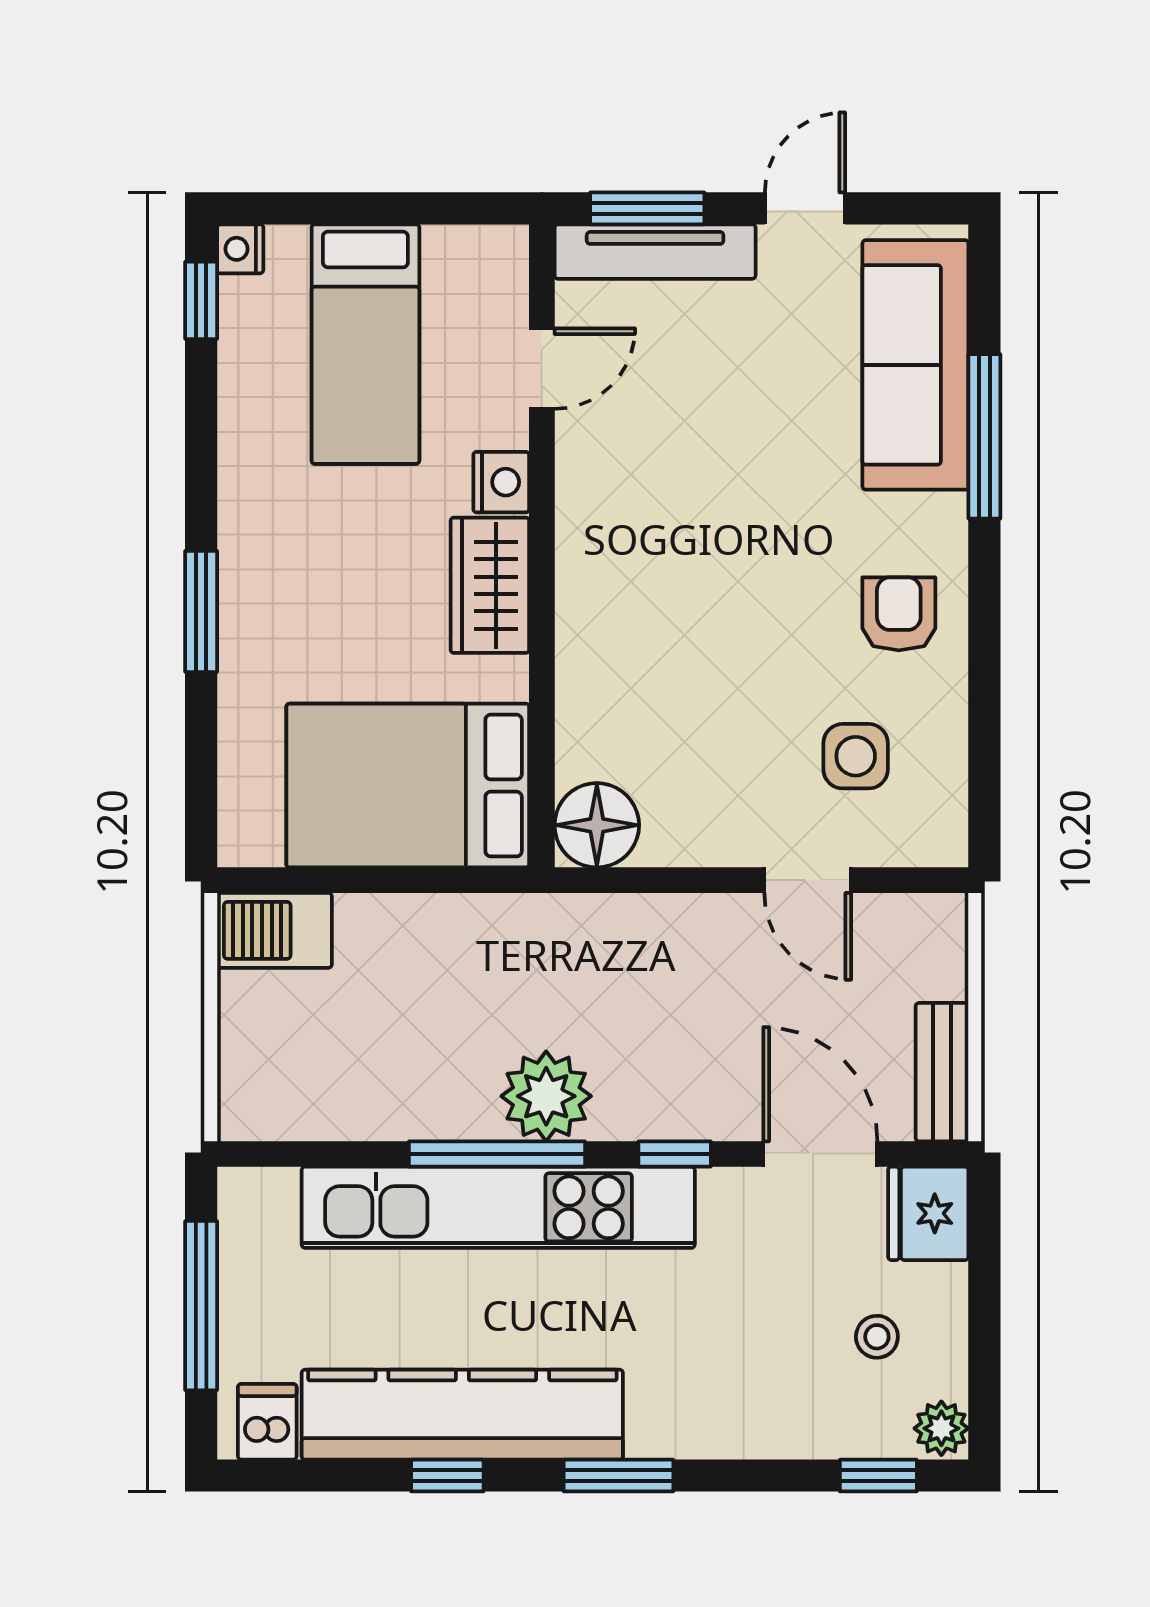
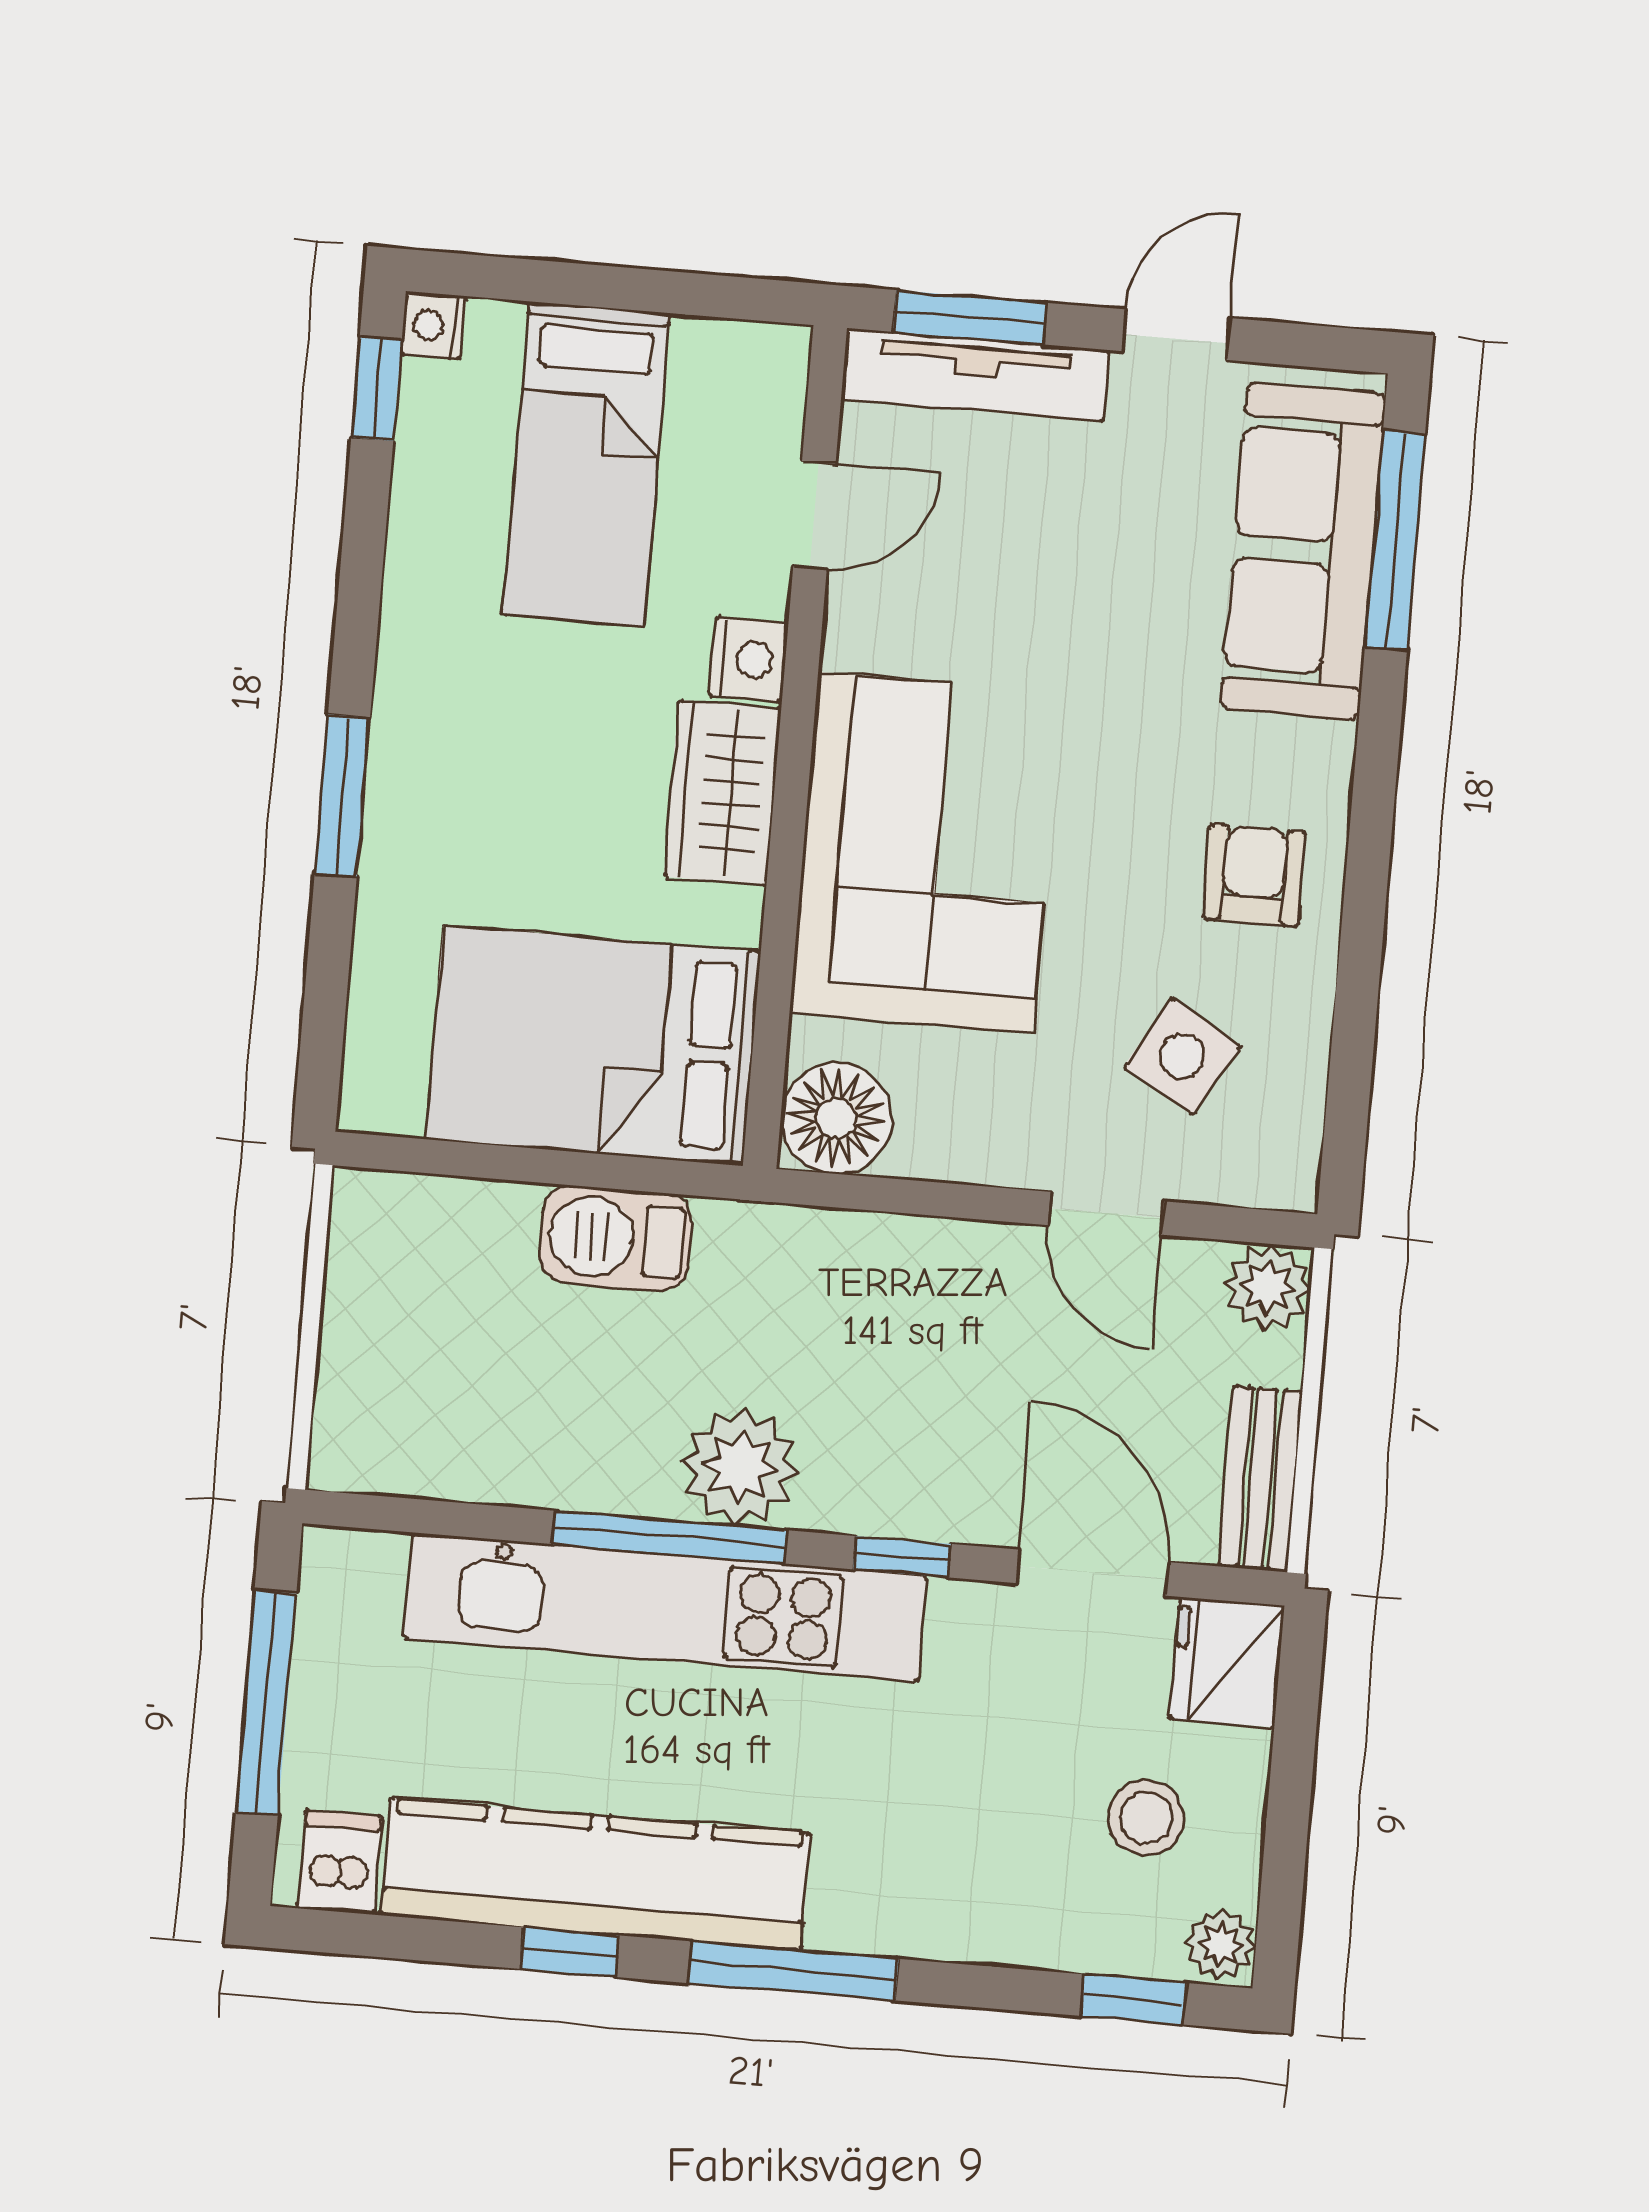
window: (984, 436) -> (1395, 540), moved
corner sofa: (648, 618) -> (925, 852), added
side table: (856, 756) -> (1182, 1056), turned 30
plant: (935, 926) -> (1268, 1287), added
barbecue: (274, 930) -> (615, 1238), moved
stool: (877, 1337) -> (1146, 1818), width x1.37, depth x1.37
window: (618, 1476) -> (793, 1971), width x1.44

